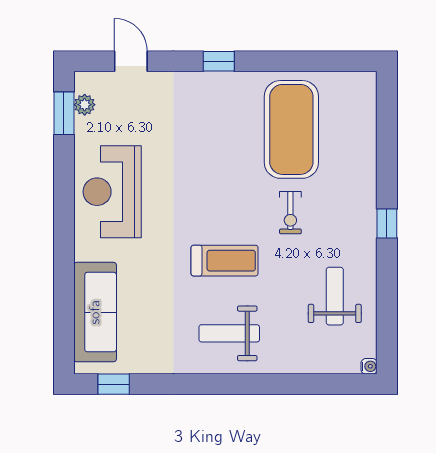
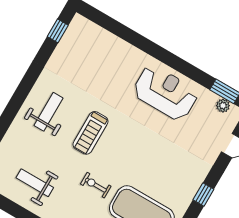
weight bench: (335, 296) -> (35, 183), turned 180
sofa: (95, 312) -> (104, 44), removed

